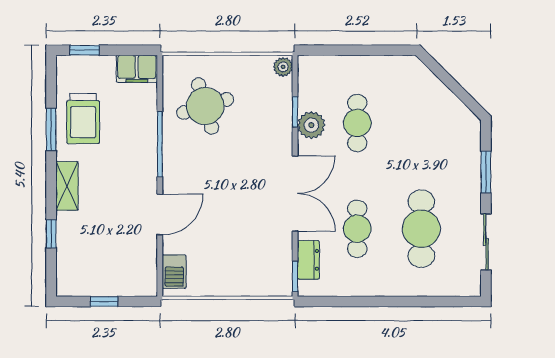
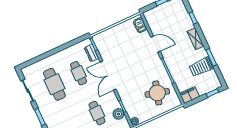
round table: (205, 106) -> (157, 93), turned 33
trolley: (83, 119) -> (201, 67), turned -90
plant: (311, 125) -> (118, 114), moved
door: (160, 214) -> (155, 44), swing flipped

